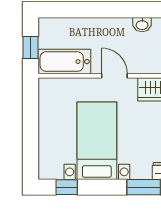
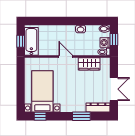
bathtub: (64, 62) -> (31, 41), moved, turned 90
bed with nightstands: (97, 141) -> (42, 91), moved

